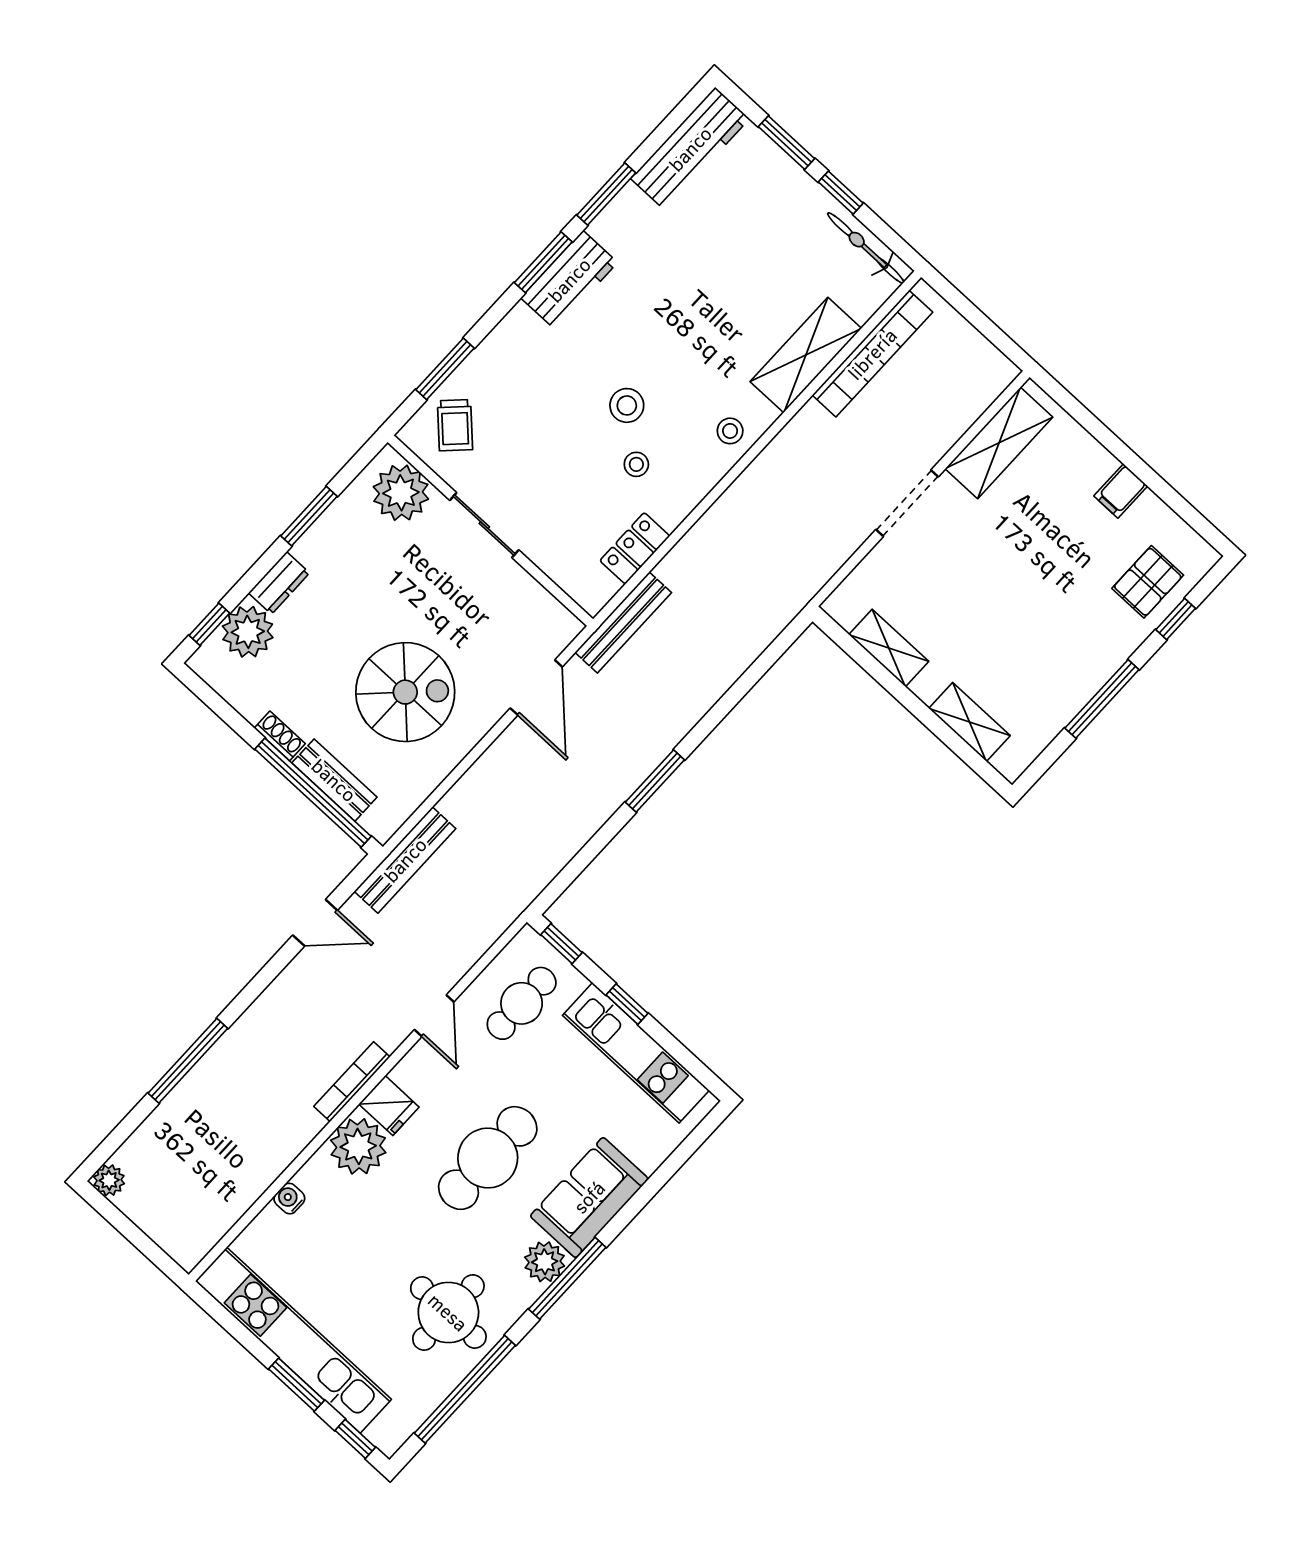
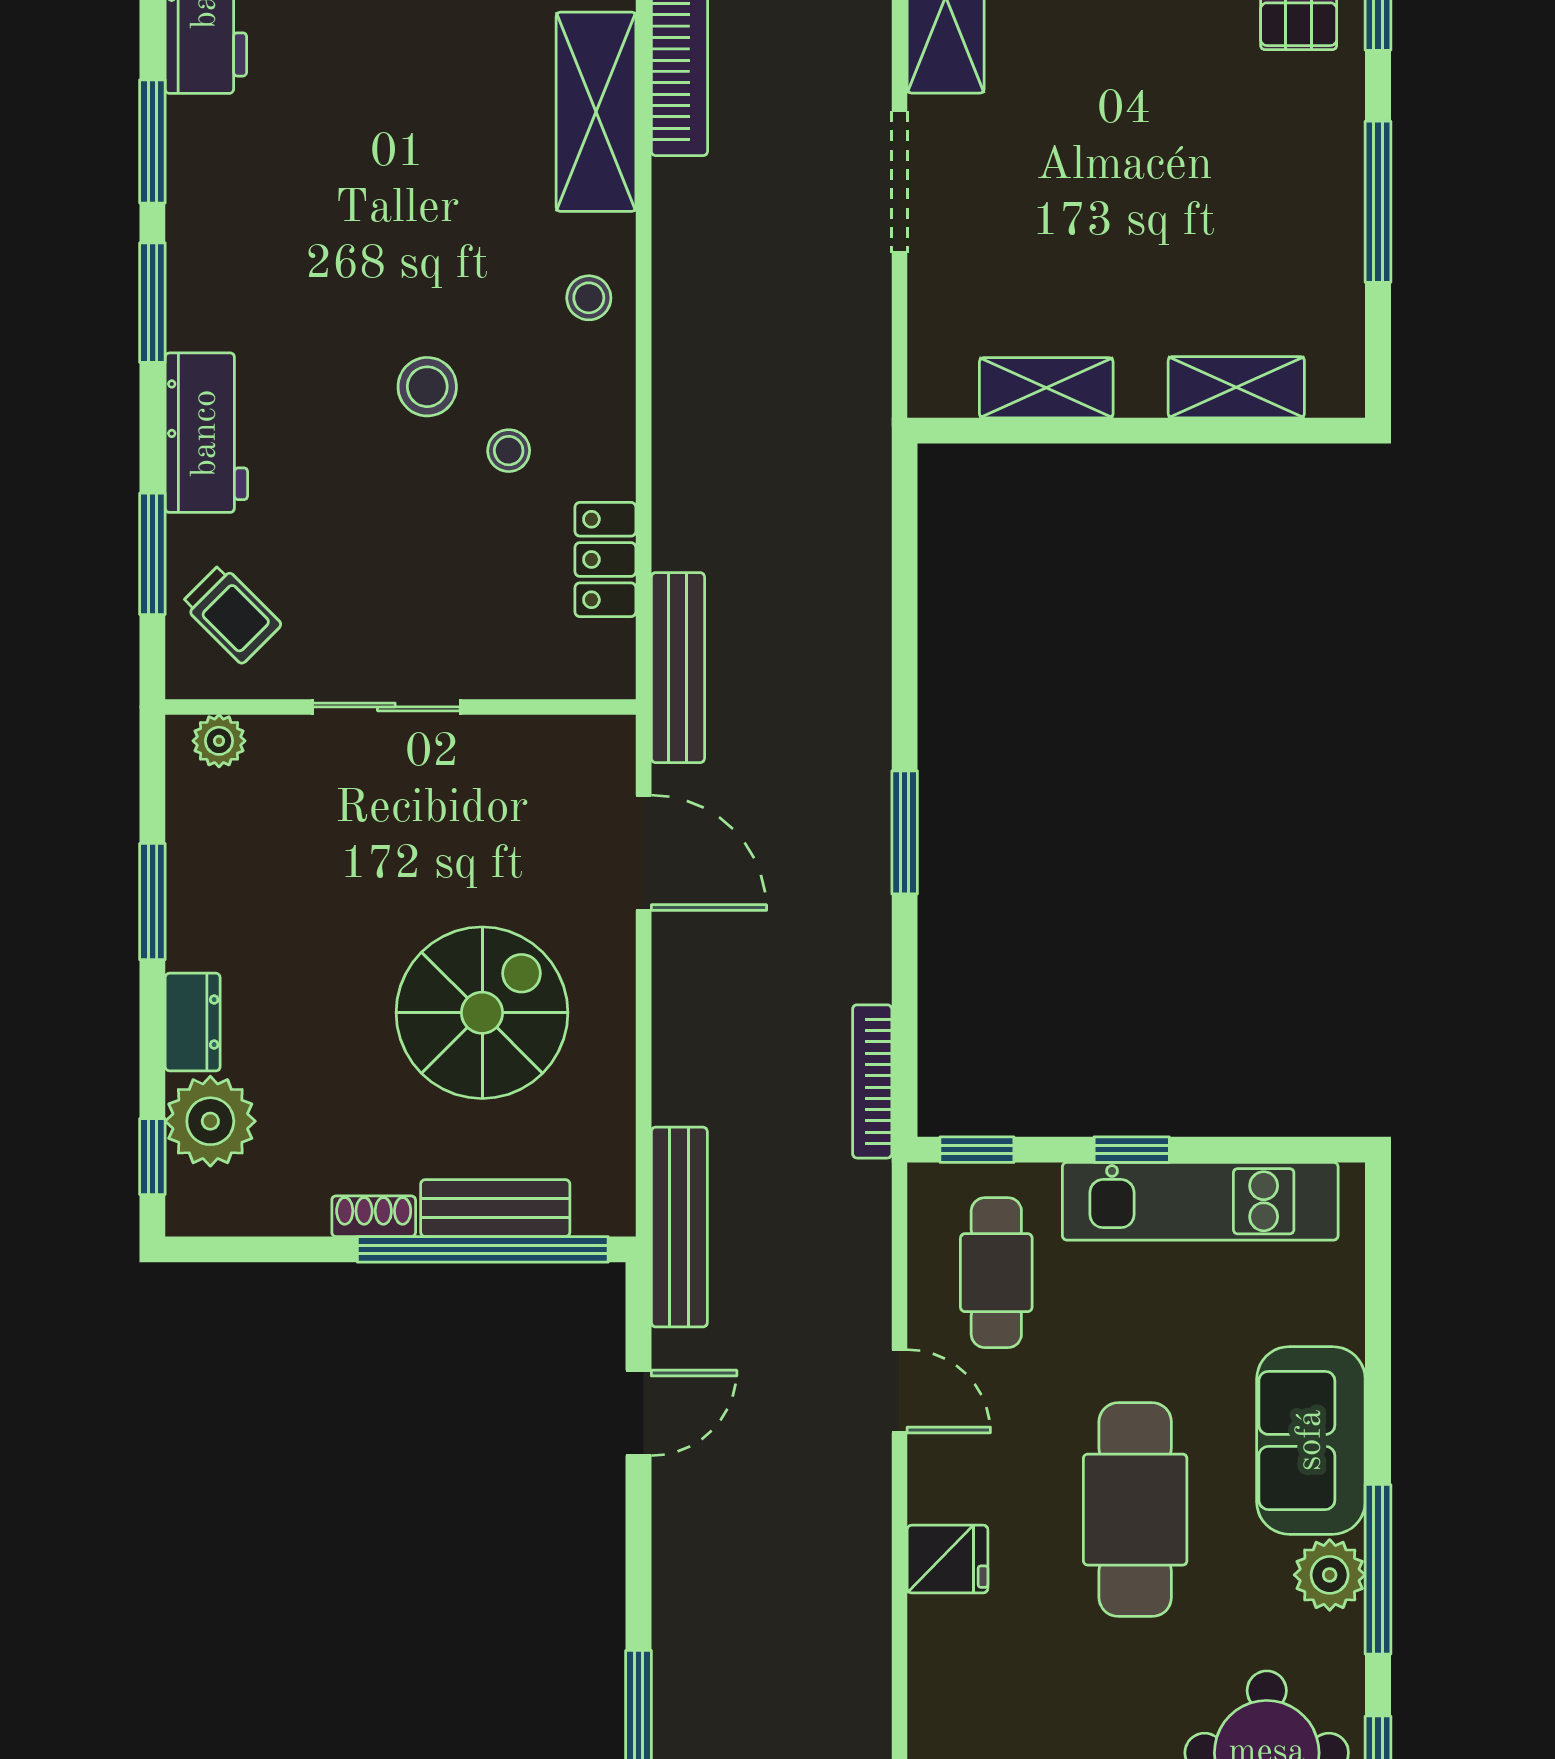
workbench: (569, 280) -> (206, 433), moved
plant: (401, 493) -> (219, 741), width x0.53, depth x0.53
bookcase: (352, 1082) -> (872, 1081), moved
plant: (358, 1146) -> (956, 1647), removed

